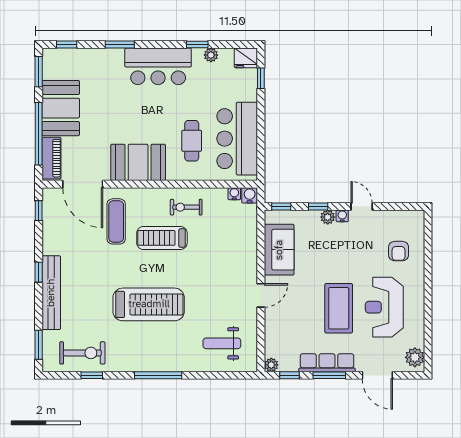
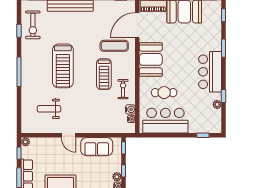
fridge: (246, 58) -> (215, 126), removed
water cooler: (250, 195) -> (130, 109), moved
treadmill: (162, 238) -> (104, 74), turned 180
weight bench: (222, 343) -> (49, 109), moved, turned -90

